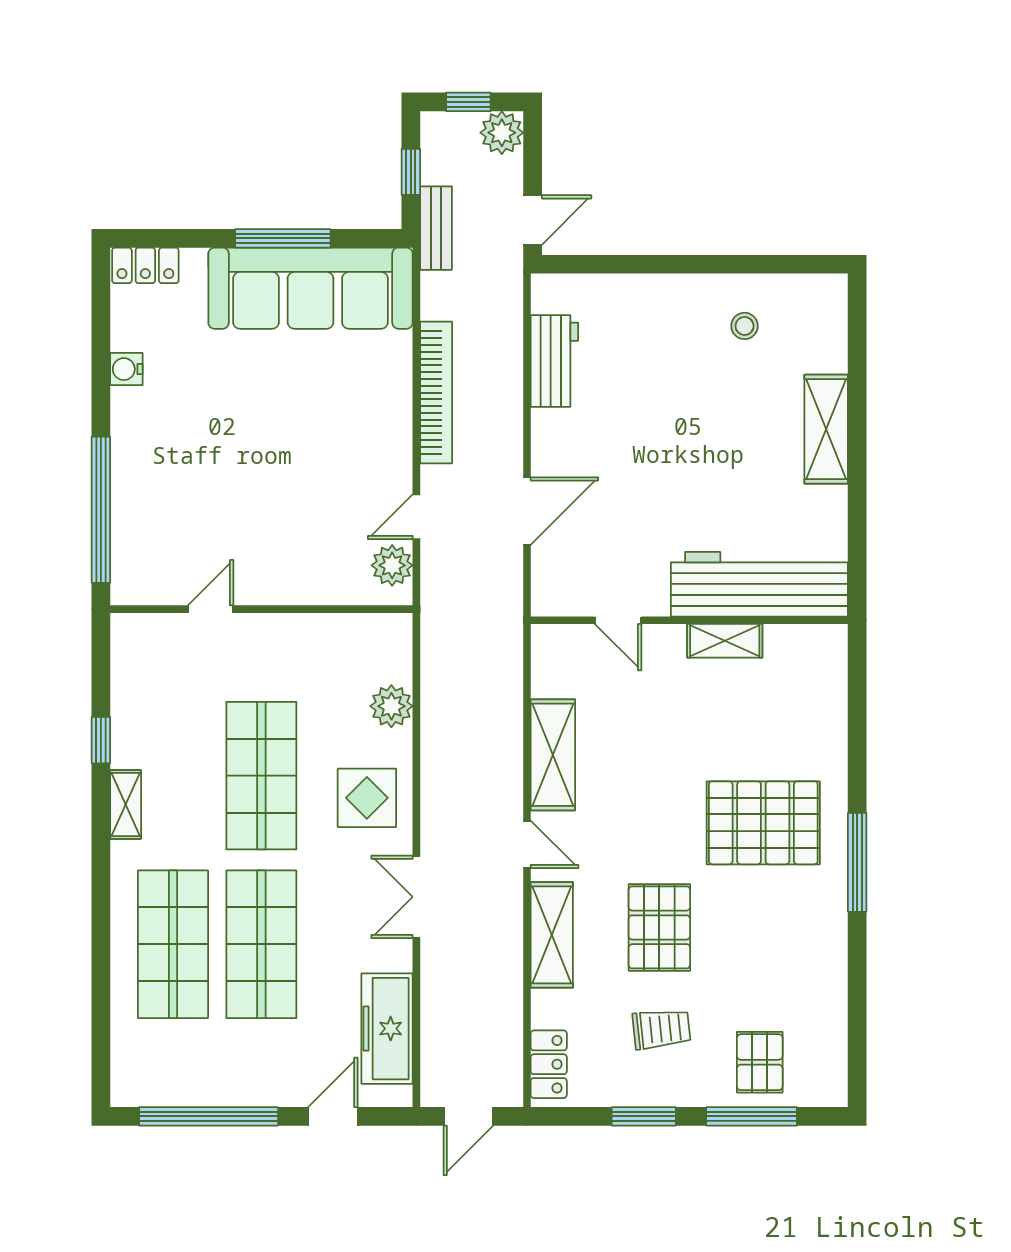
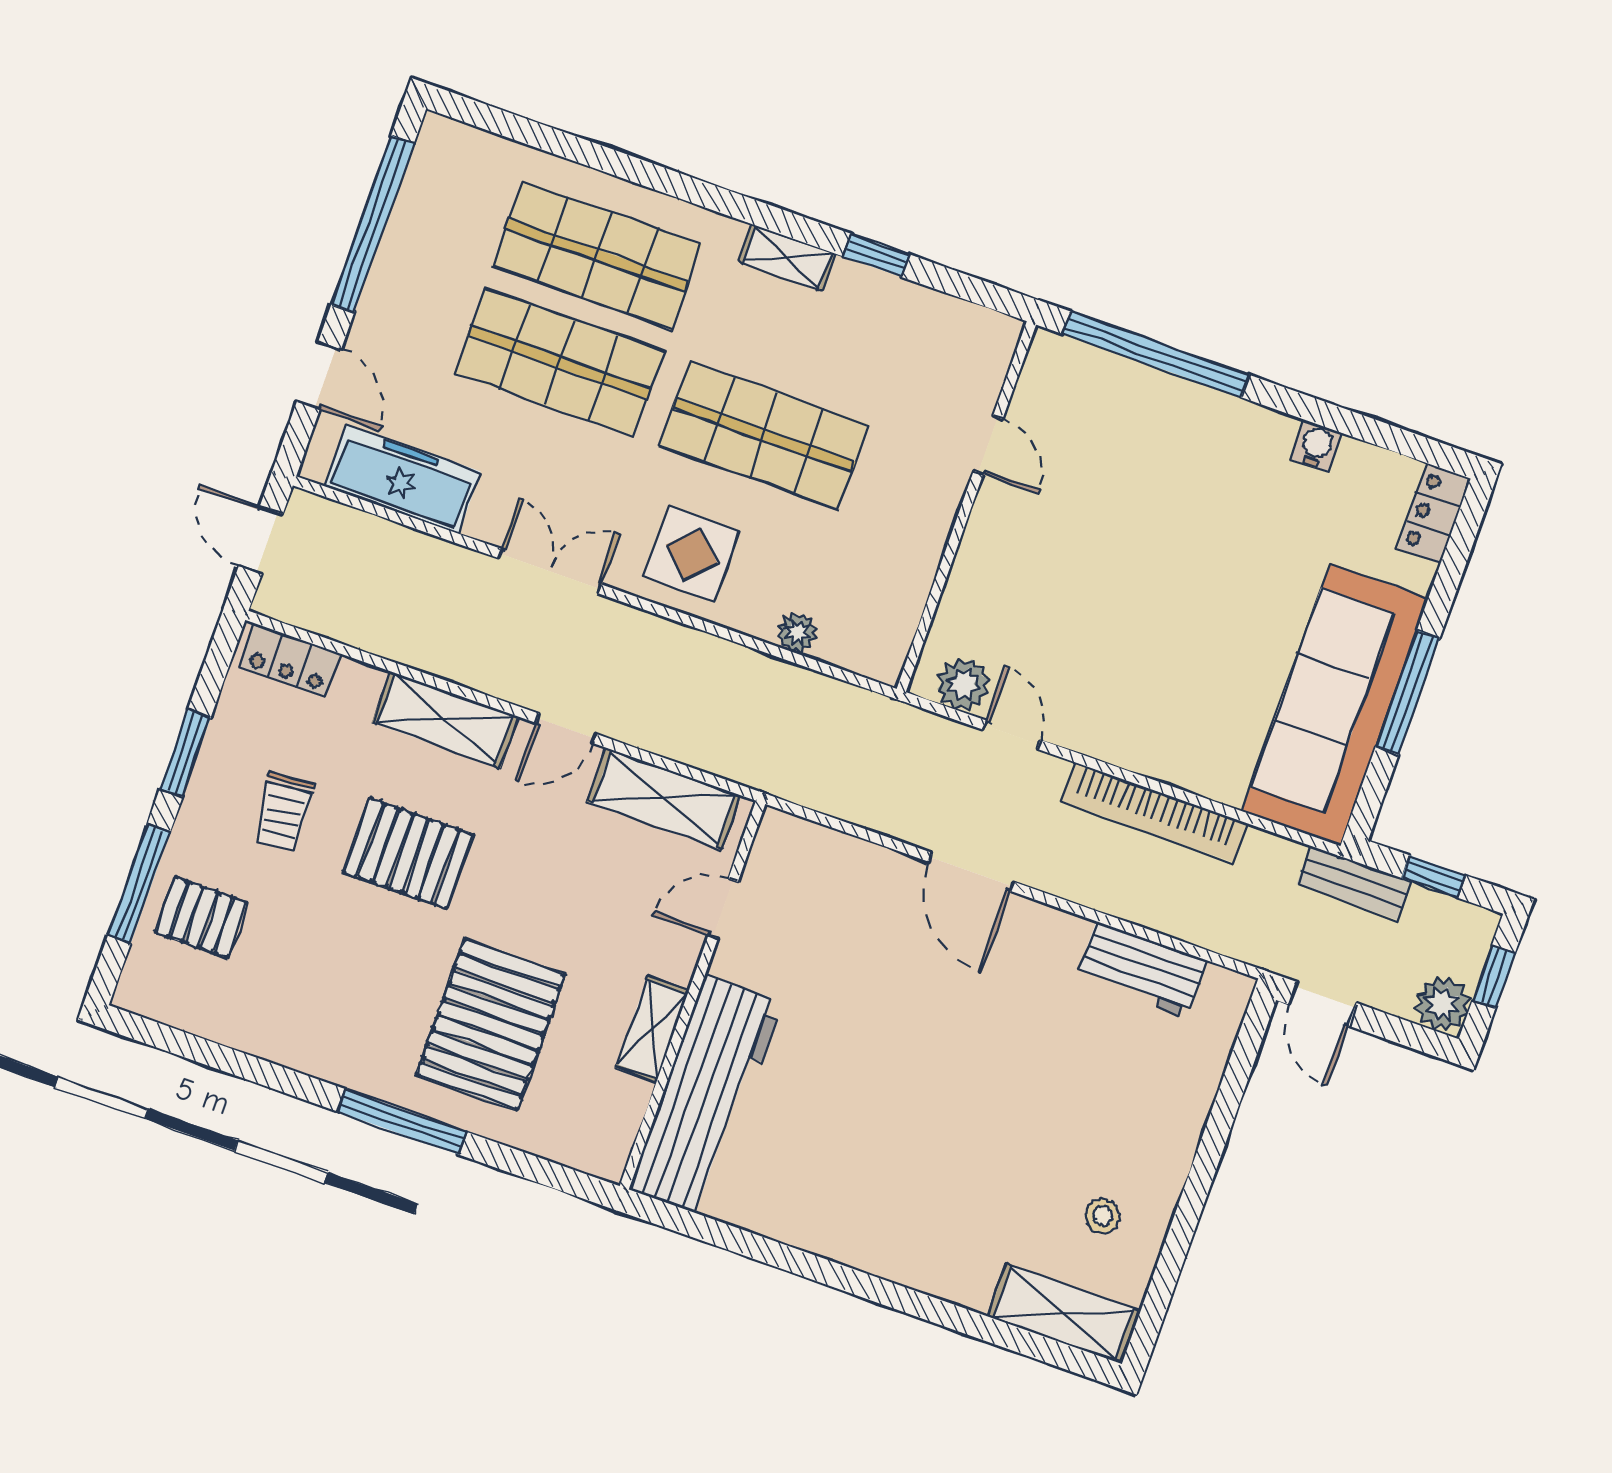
shelving: (826, 429) -> (1063, 1314), moved
workbench: (759, 584) -> (706, 1096), moved
door: (618, 620) -> (723, 908), moved
wall: (689, 620) -> (692, 995), moved
shelving: (725, 641) -> (652, 1029), moved
plant: (391, 706) -> (797, 633), width x0.73, depth x0.73

